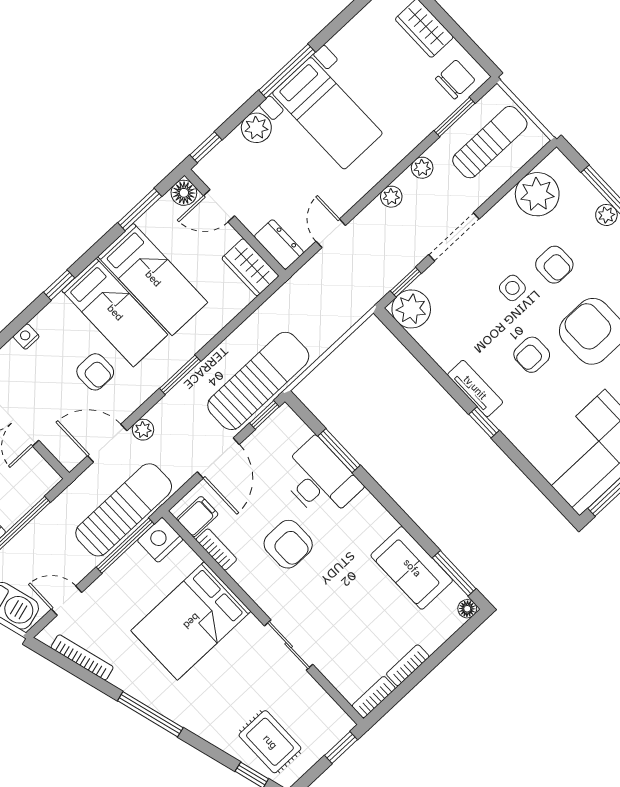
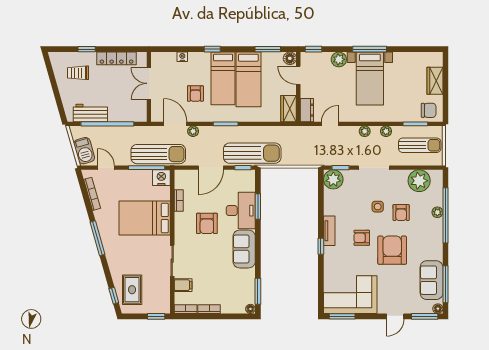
filing cabinet: (197, 517) -> (183, 285), moved
sofa: (412, 568) -> (244, 249), moved

